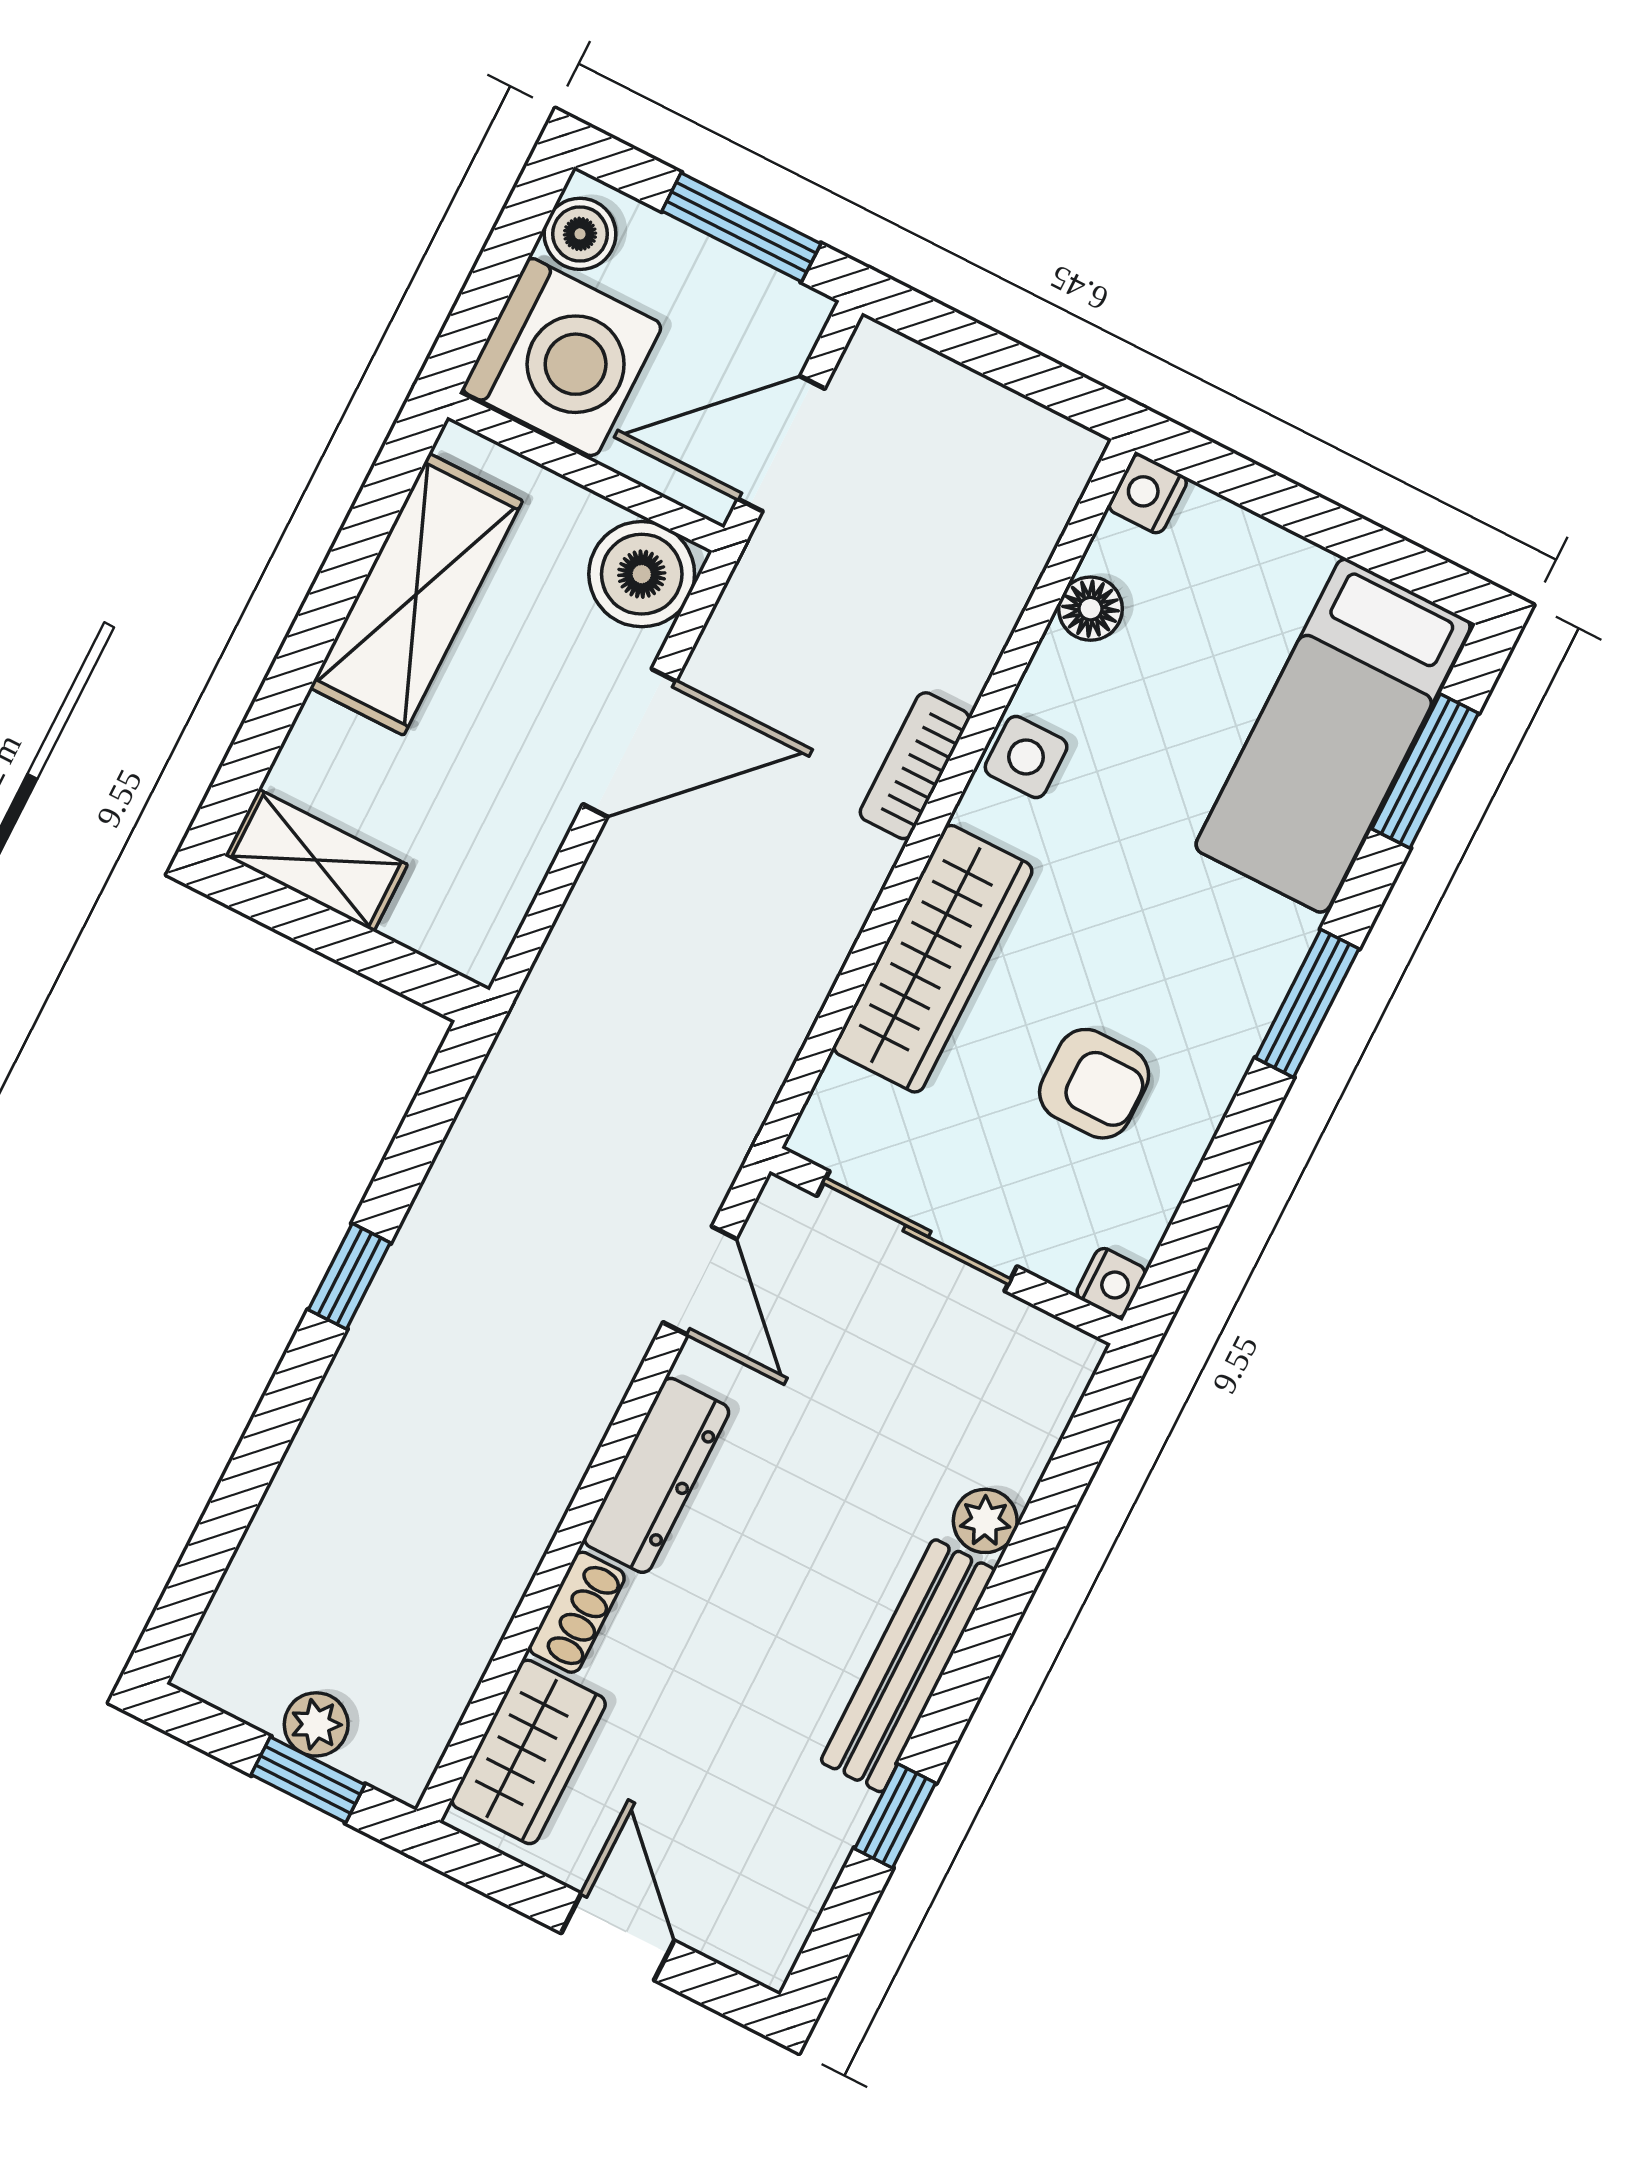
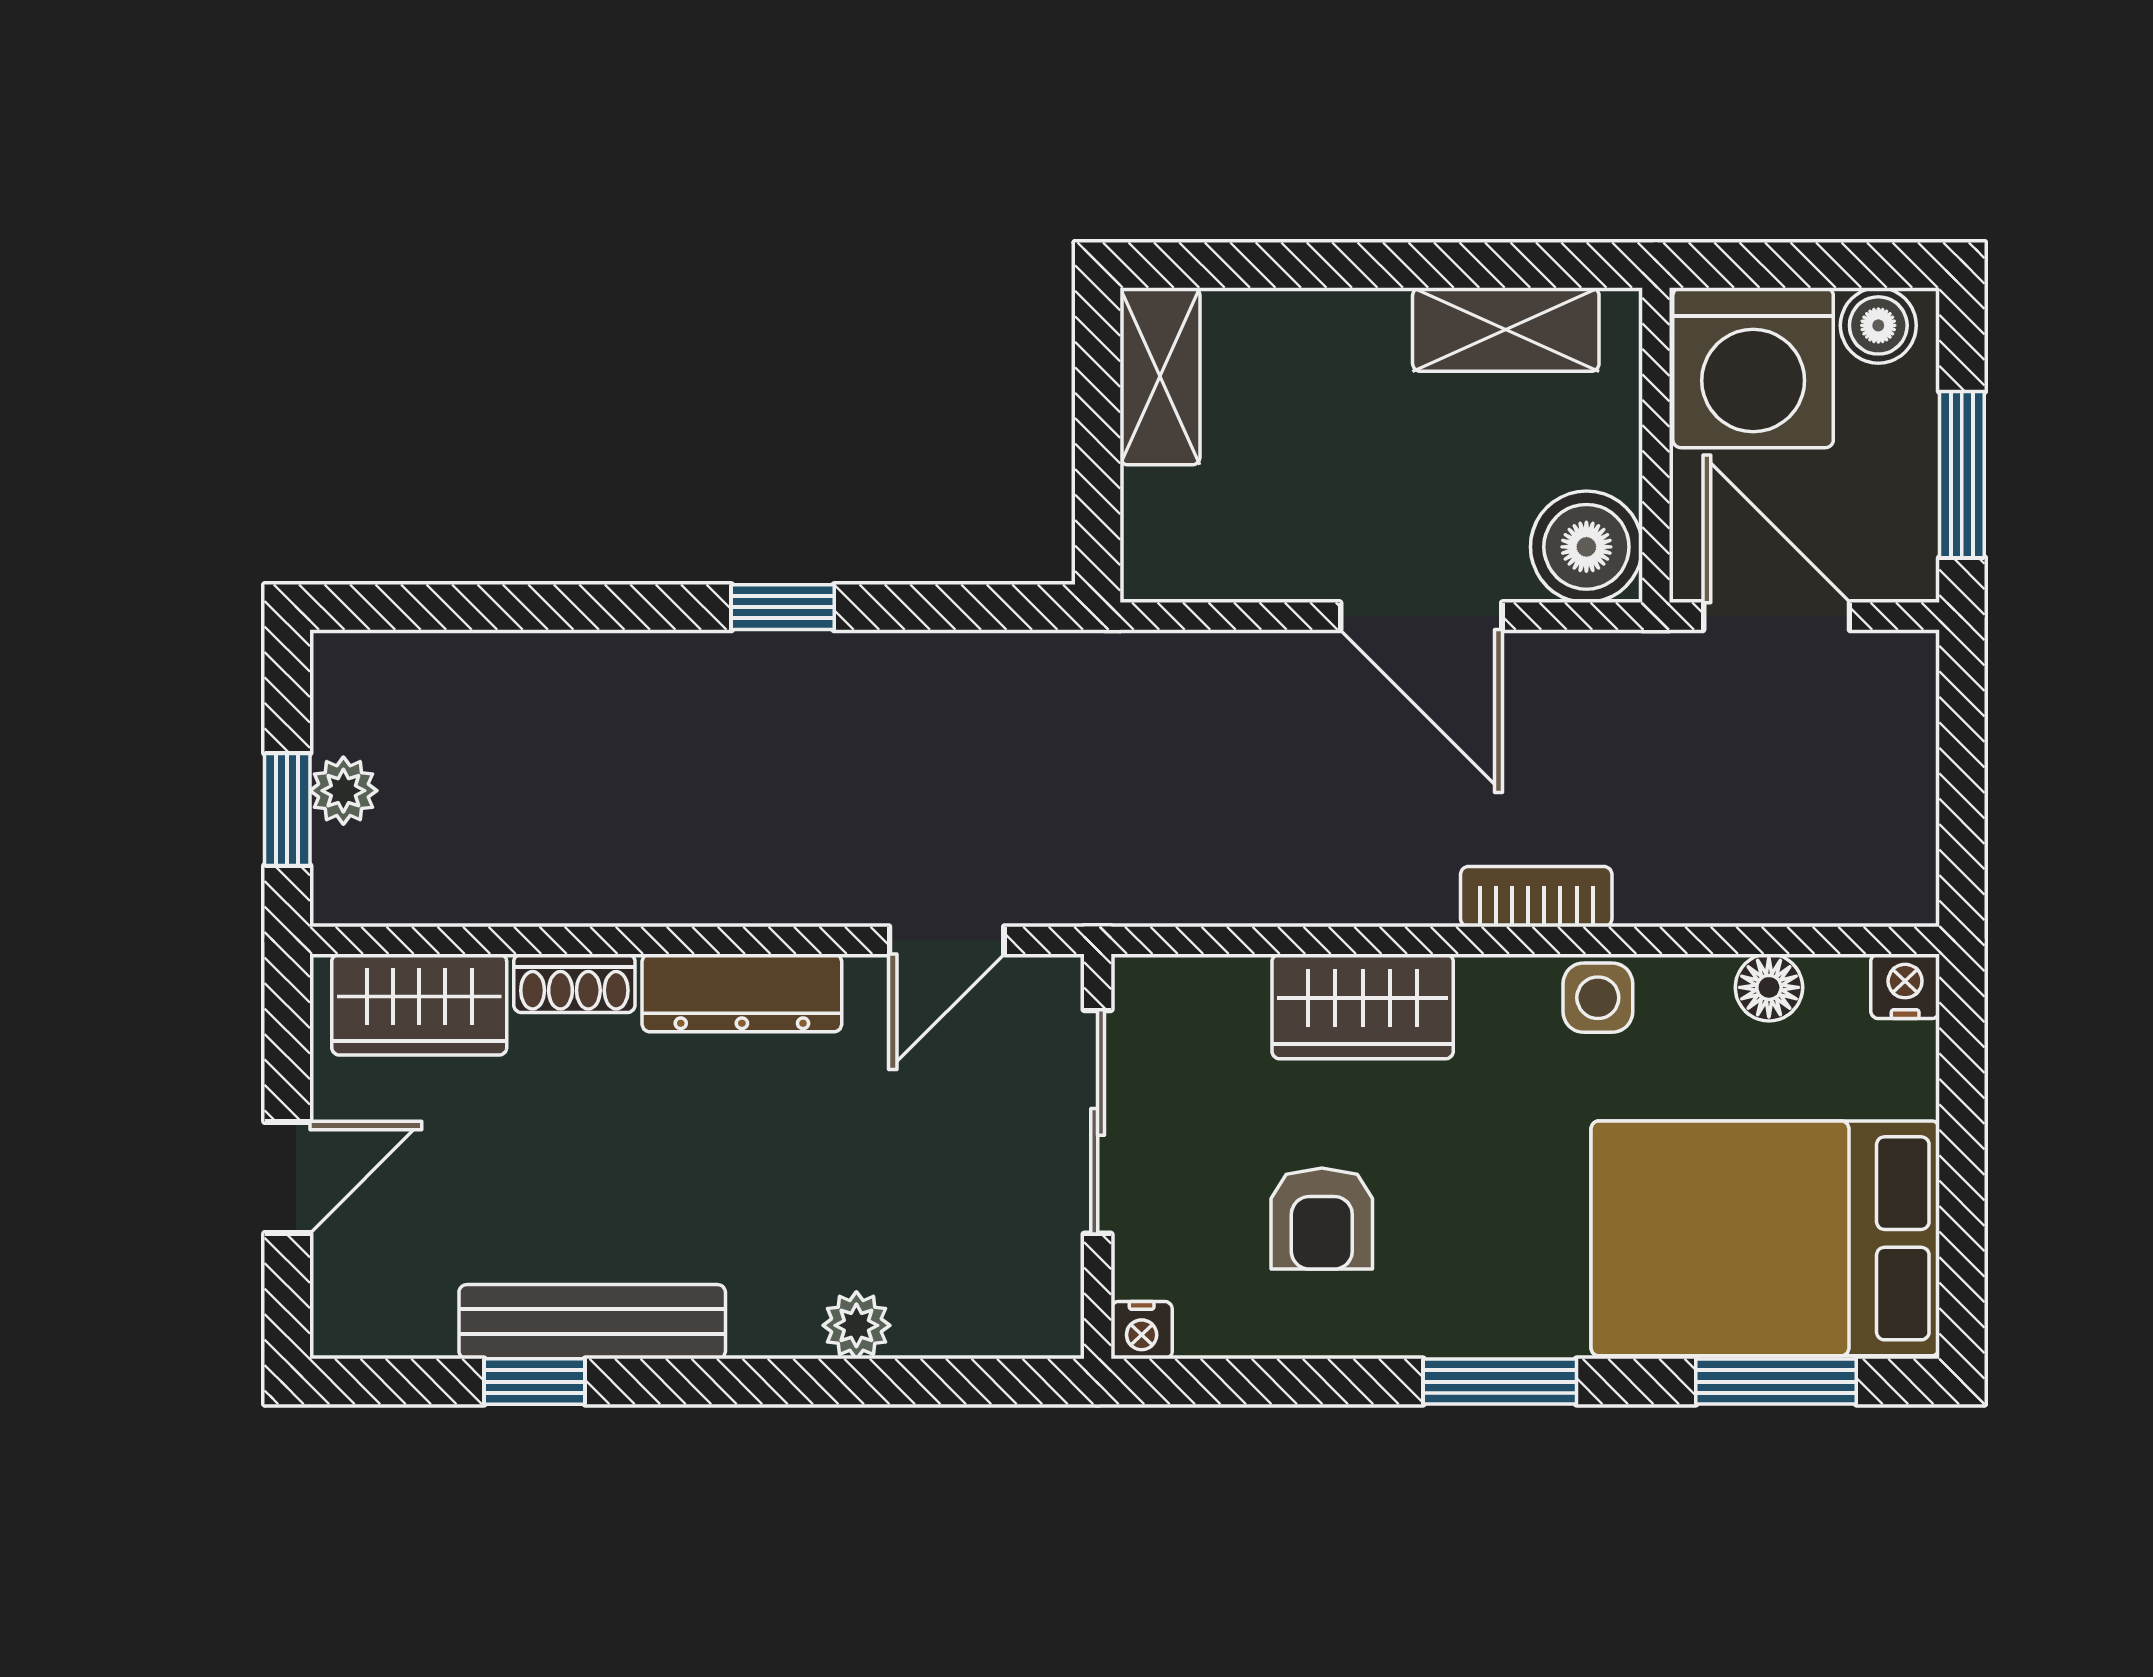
shelving: (416, 594) -> (1506, 329), width x0.67, depth x0.75
bed: (1333, 736) -> (1765, 1238), width x1.50
wardrobe: (933, 959) -> (1363, 1006), width x0.67
bench: (908, 1666) -> (592, 1322), moved

